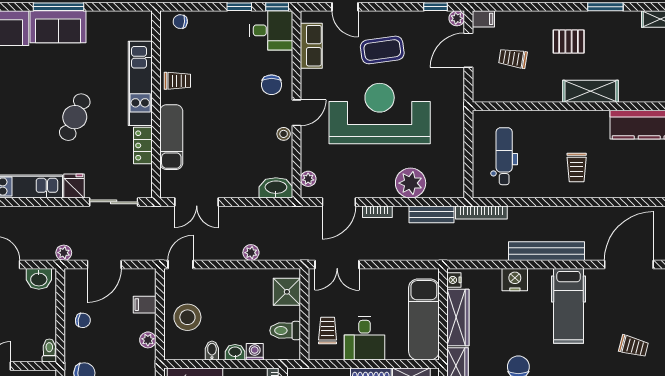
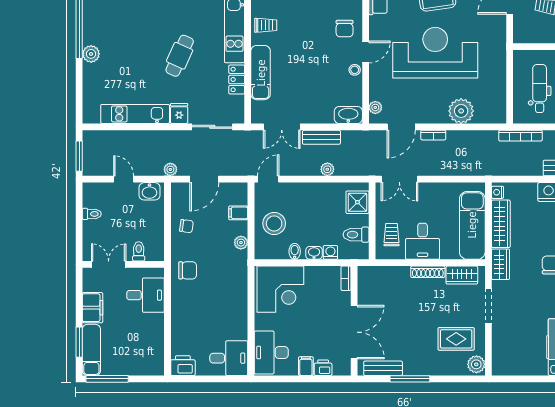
bench: (432, 214) -> (321, 137), moved
toilet: (49, 350) -> (139, 251), moved

